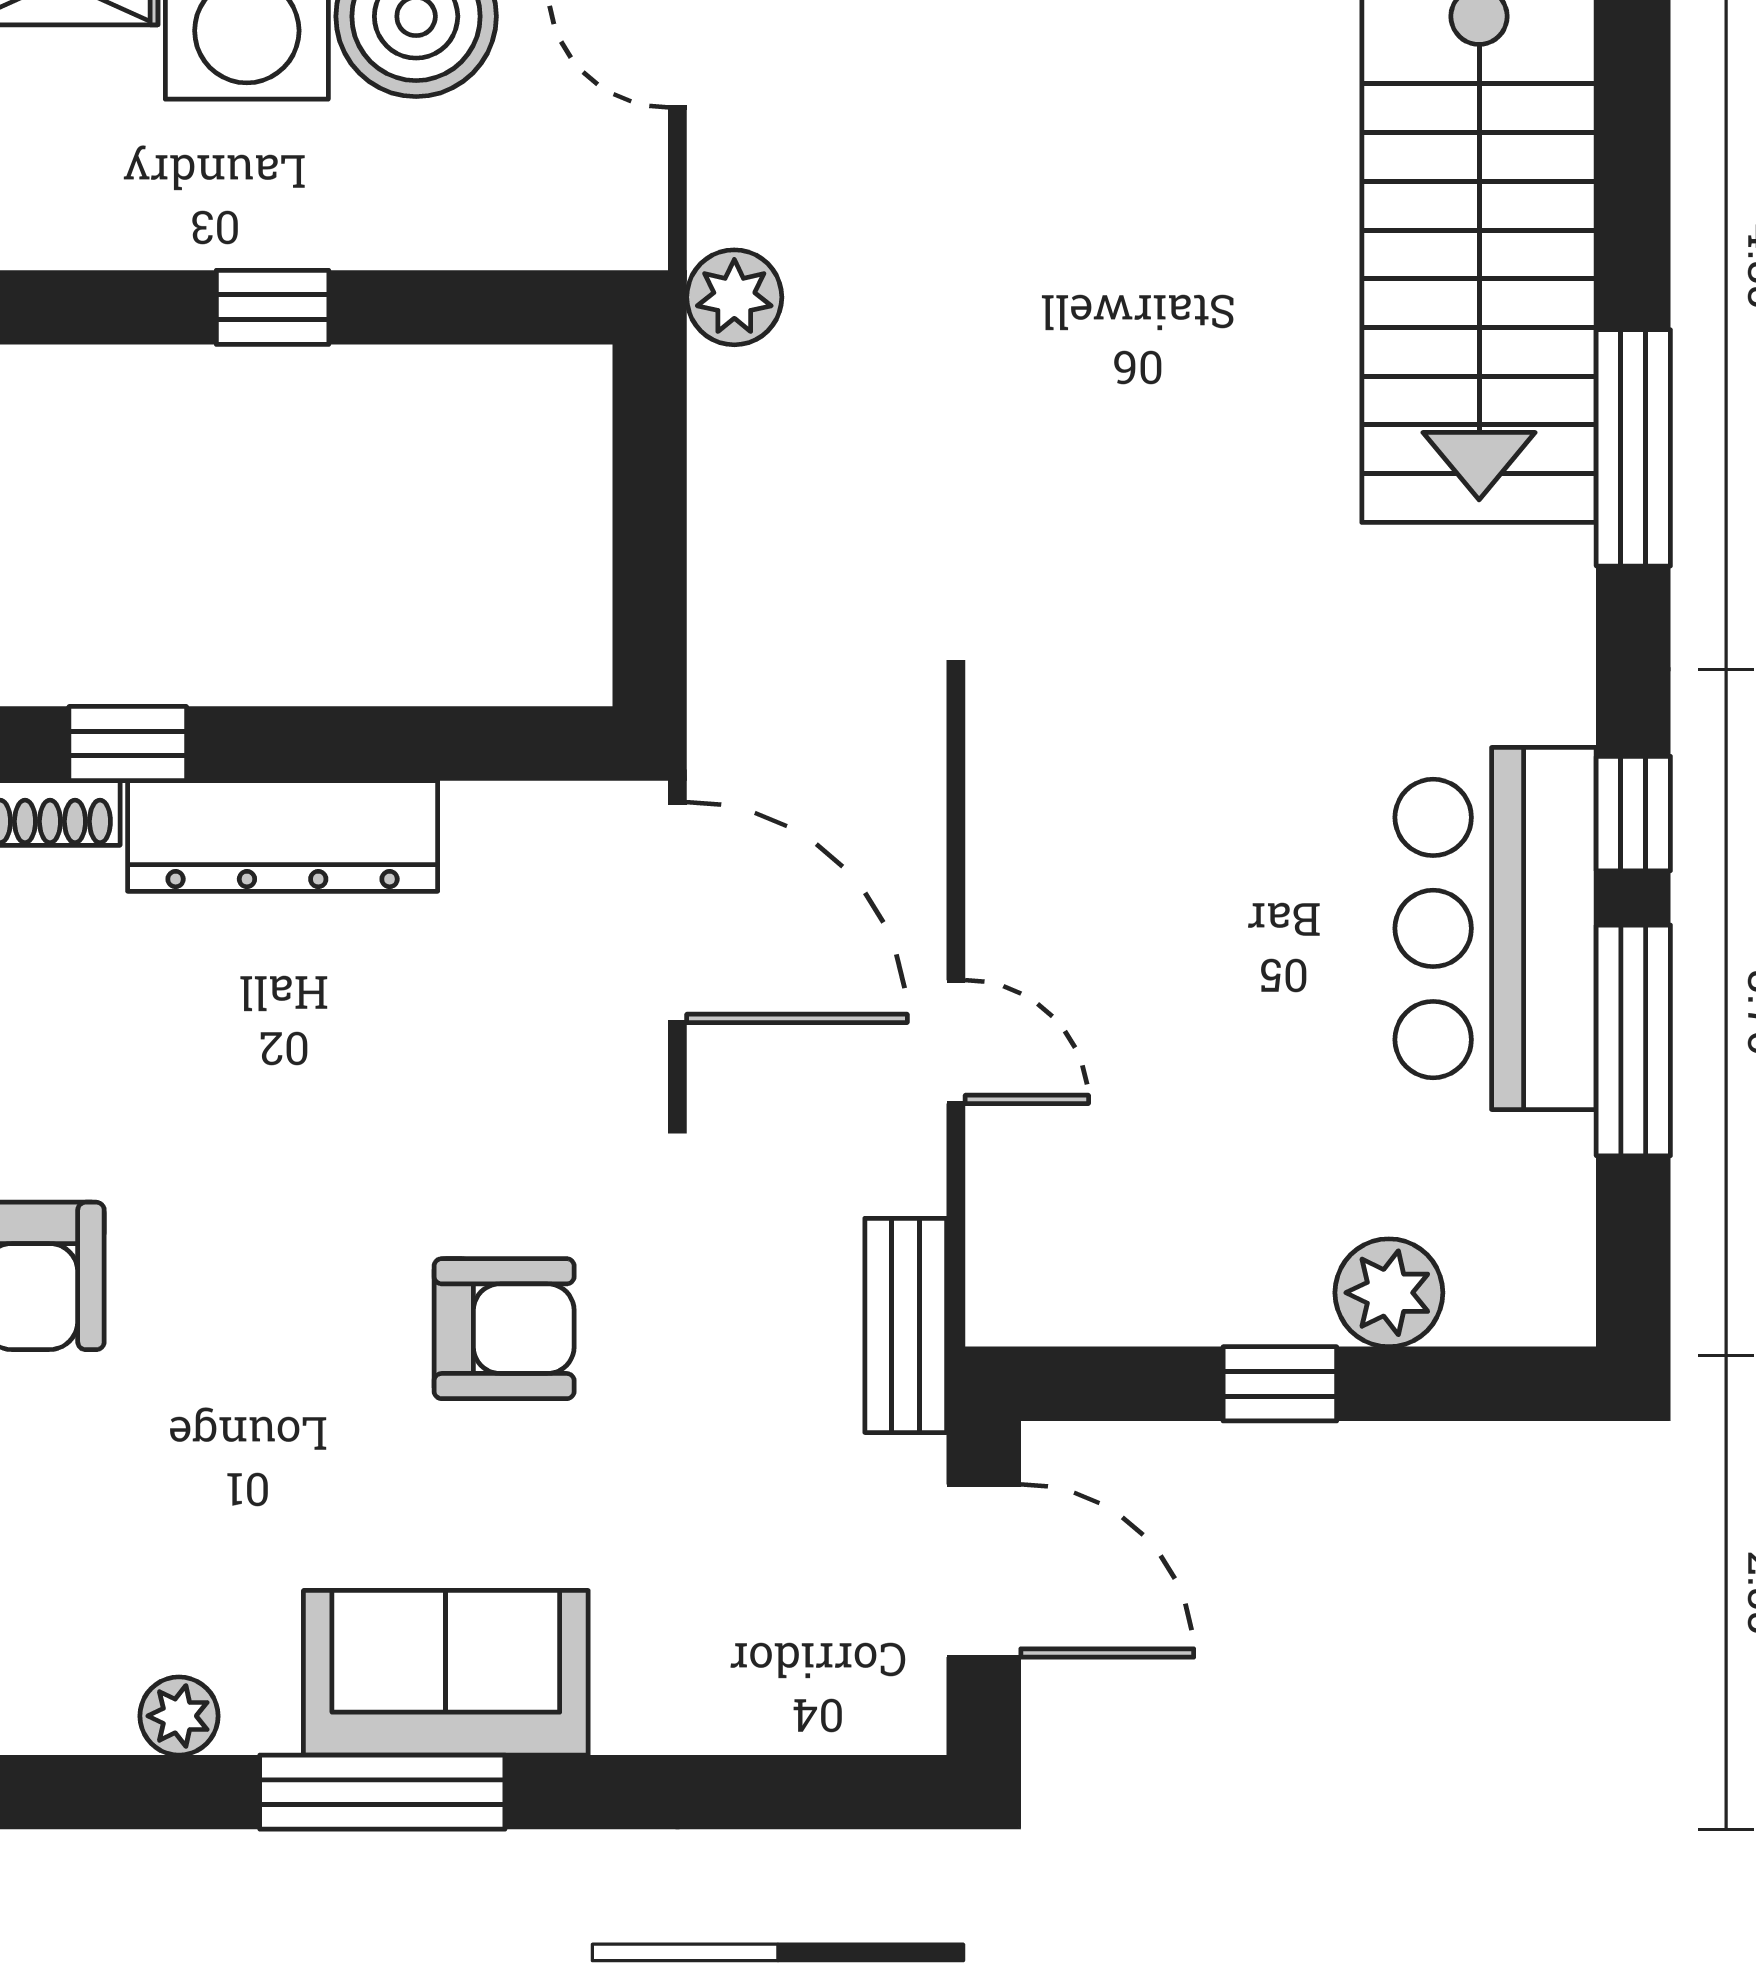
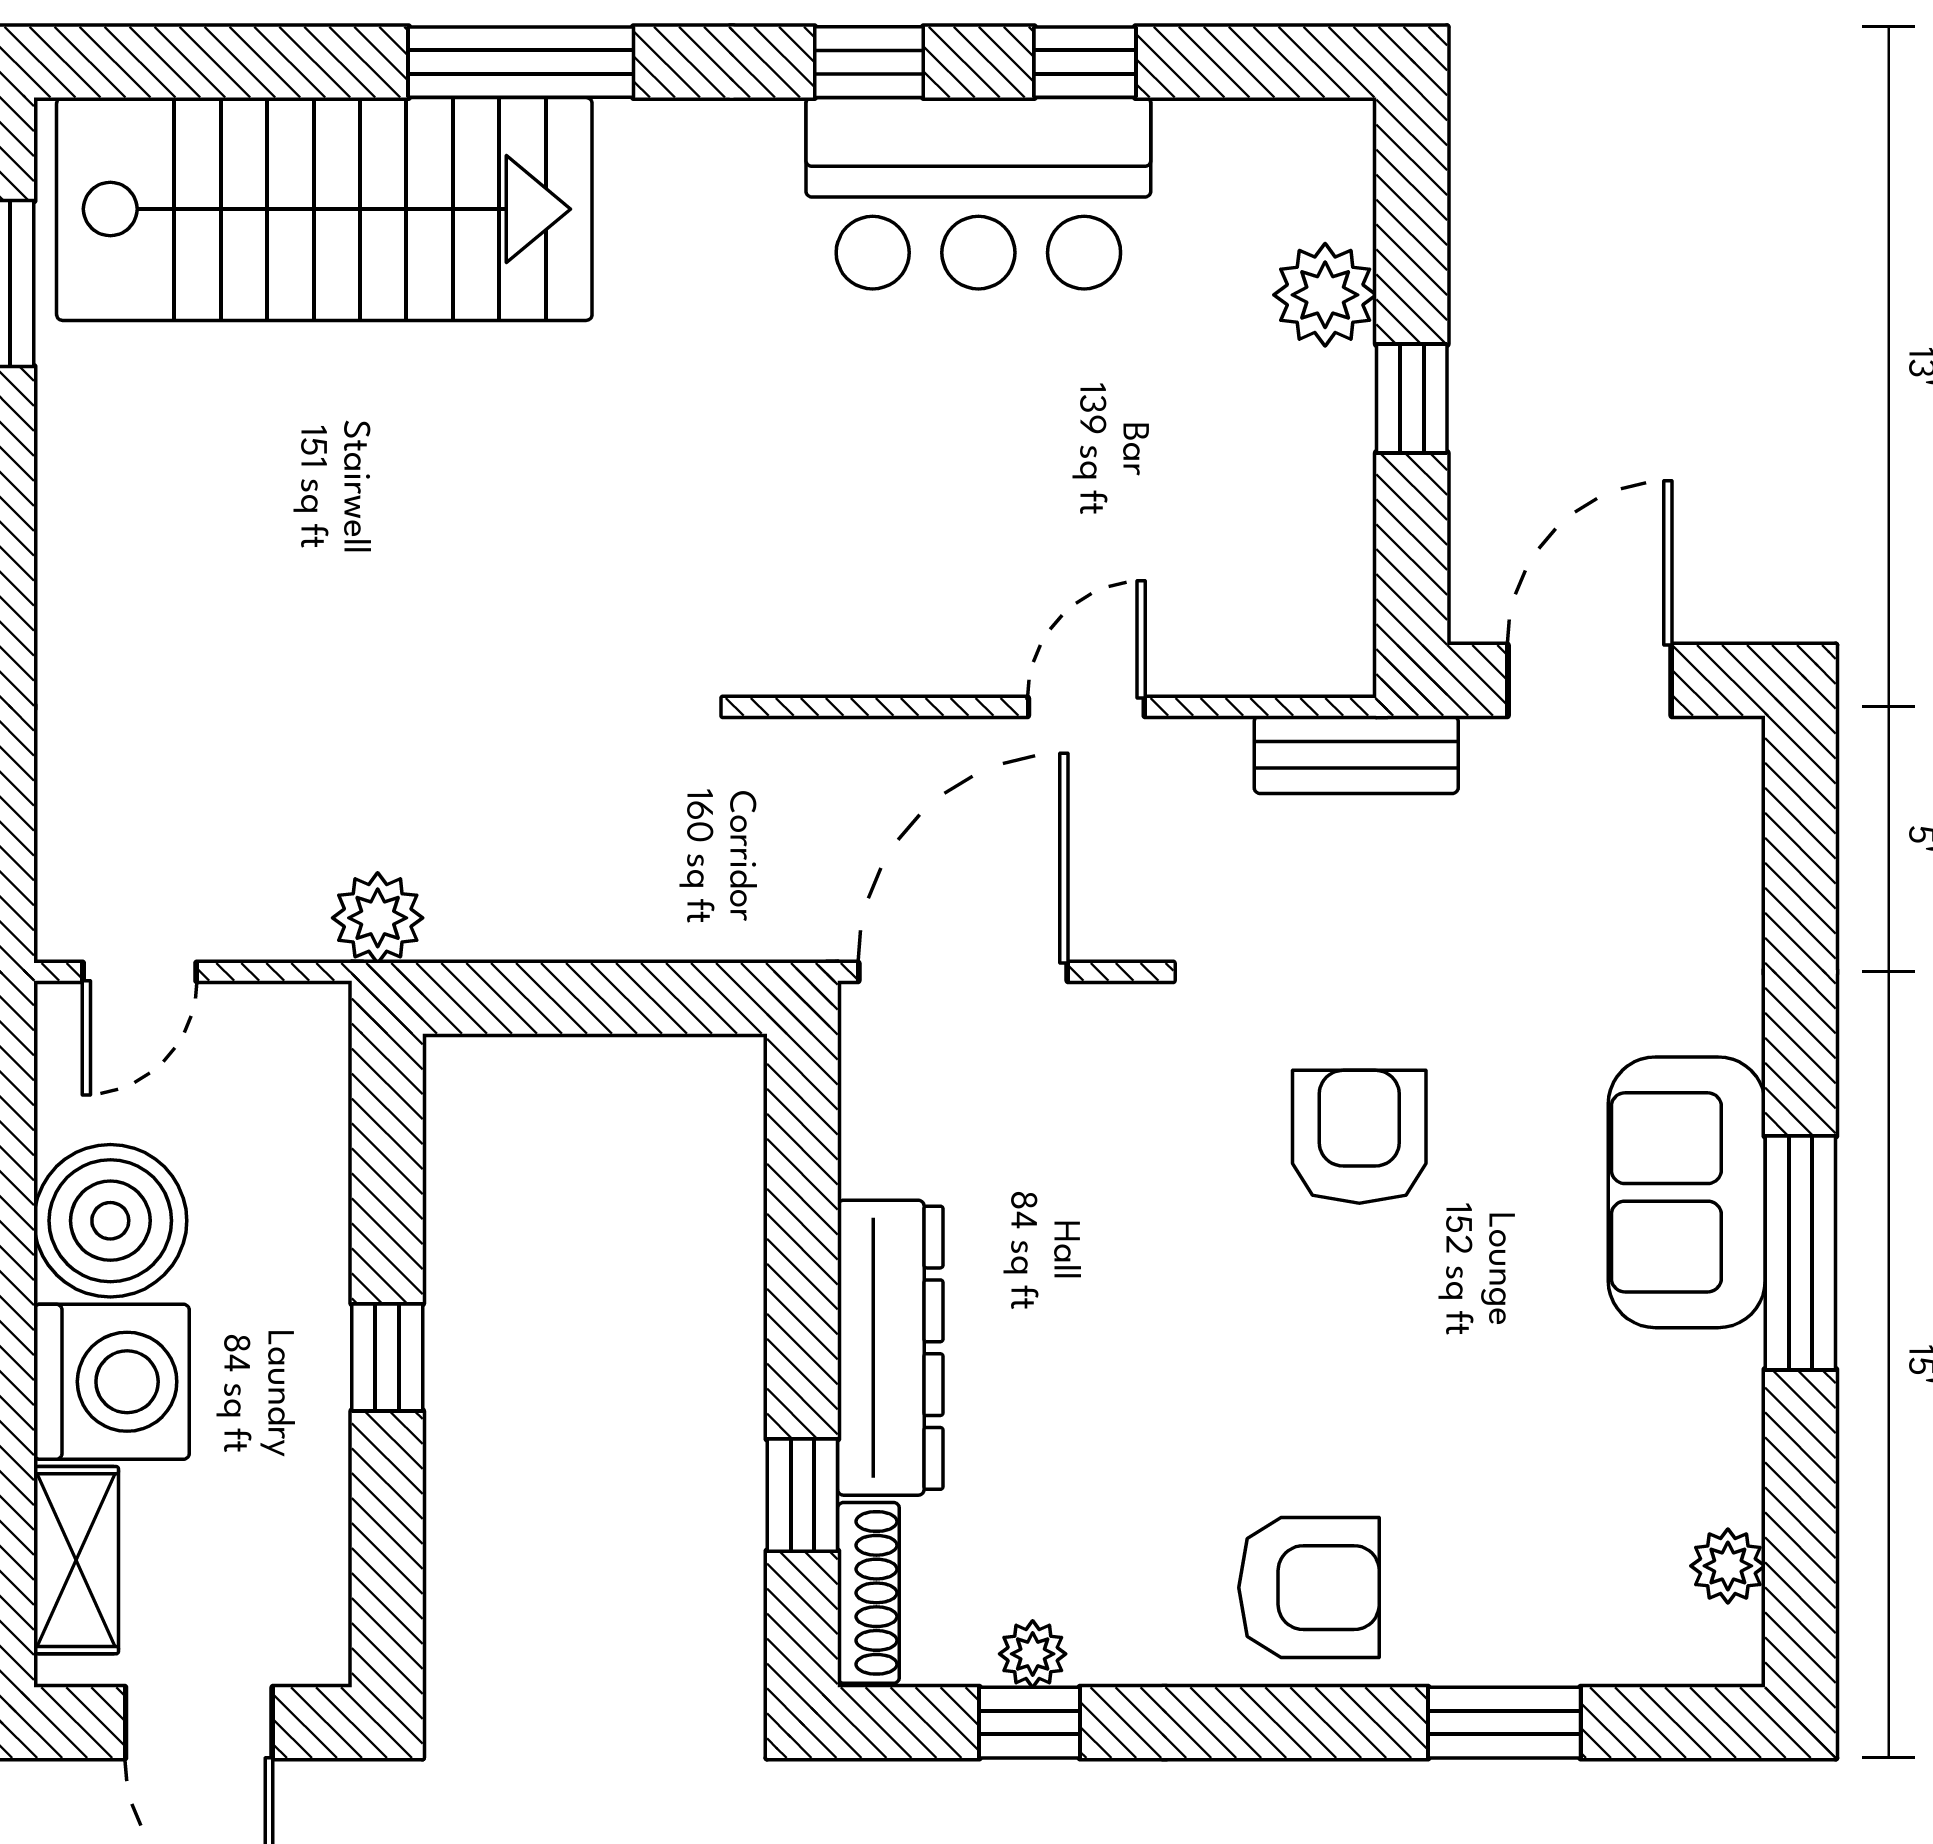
window: (1633, 1040) -> (1085, 62), width x0.46
plant: (179, 1716) -> (1728, 1566), moved

